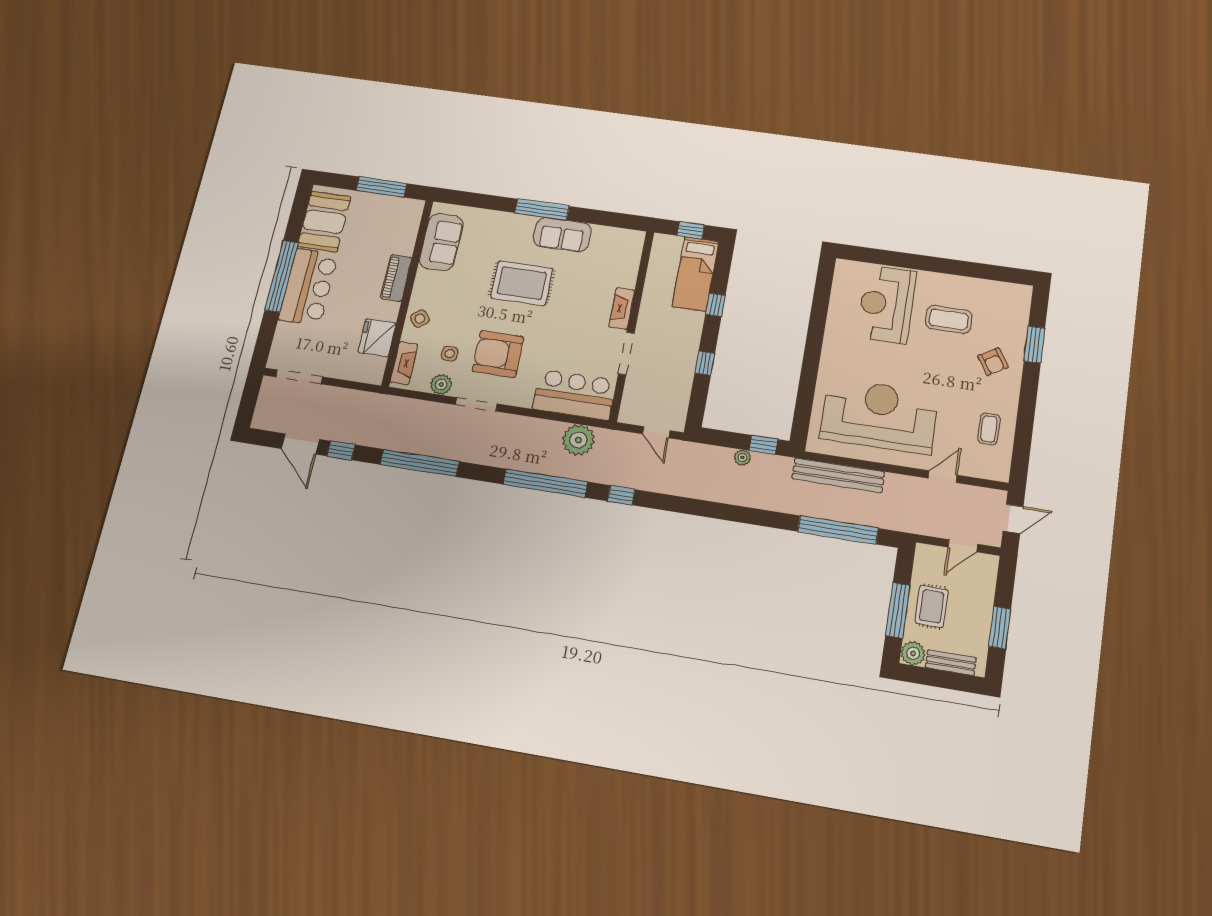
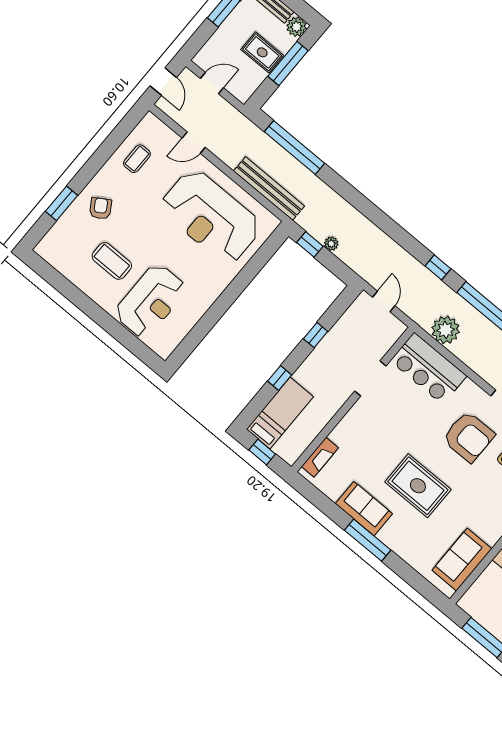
fireplace: (622, 309) -> (320, 457), moved
door: (1013, 519) -> (163, 82), swing flipped
rug: (932, 606) -> (262, 52), turned 90

